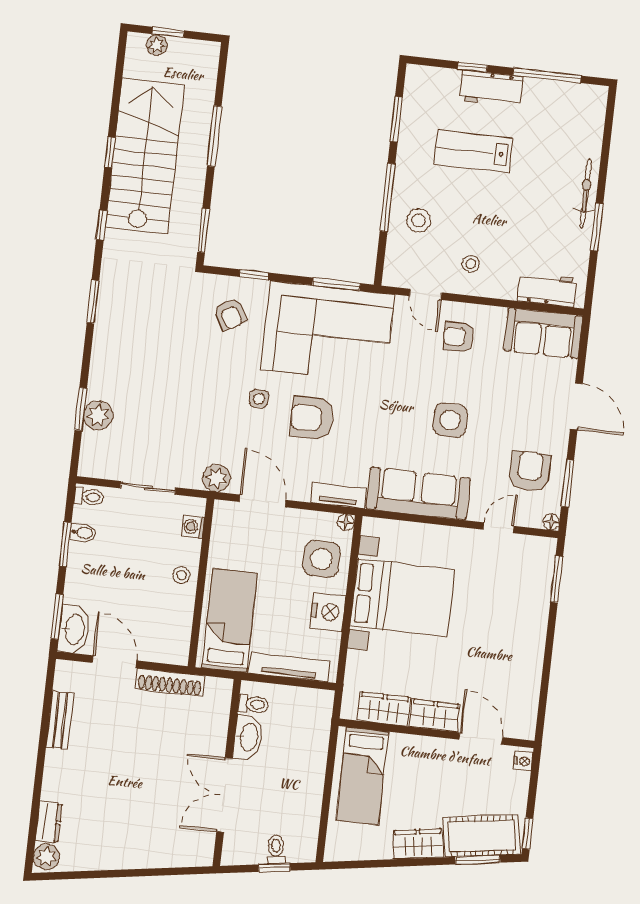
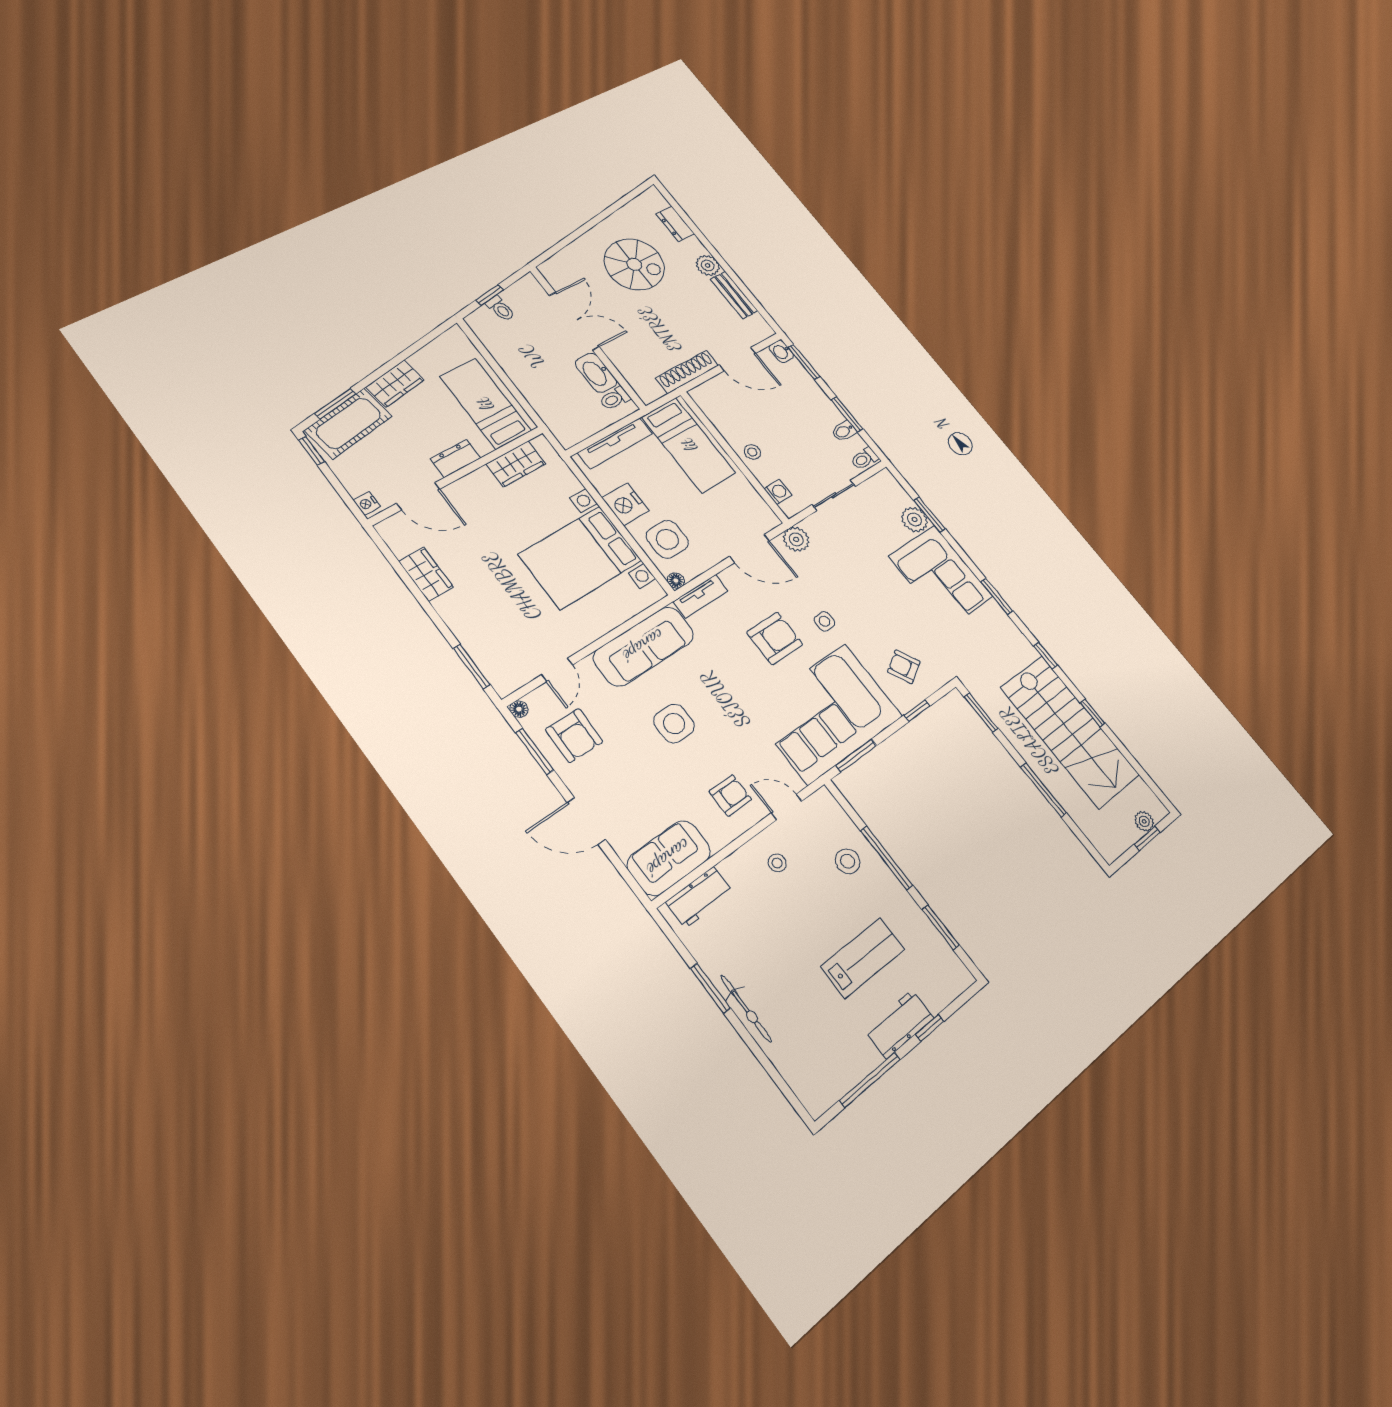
corner sofa: (124, 355) -> (941, 576), added
washbasin: (74, 629) -> (781, 352), width x0.52, depth x0.69
wardrobe: (434, 715) -> (426, 574), moved, turned -90
dresser: (426, 748) -> (456, 458), added
spiral stairs: (123, 810) -> (634, 264), added
plant: (46, 857) -> (708, 265), moved

